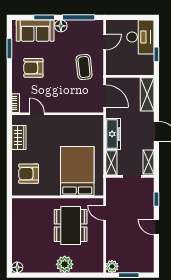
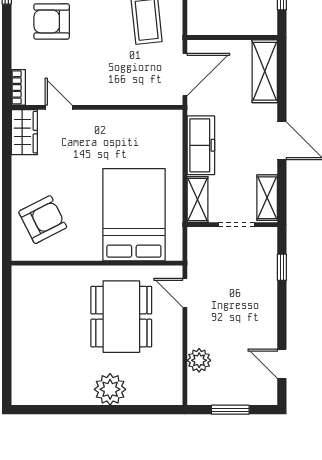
door: (105, 96) -> (185, 74), hinge flipped
wardrobe: (19, 138) -> (24, 132), moved
armchair: (29, 174) -> (43, 220), turned 153
door: (156, 227) -> (282, 364), moved
plant: (112, 266) -> (199, 360), moved
floor lamp: (17, 267) -> (21, 395), removed

